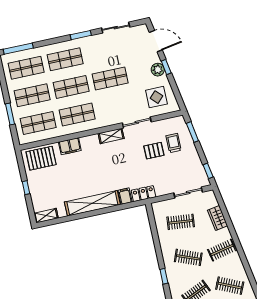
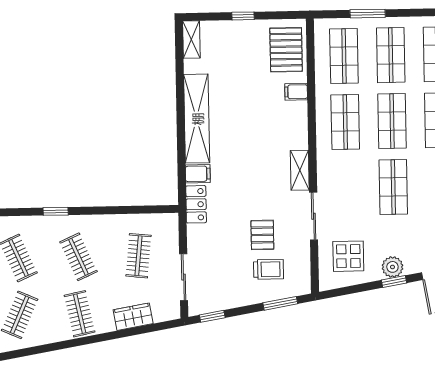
filing cabinet: (70, 146) -> (296, 92), width x0.50
clothes rail: (188, 257) -> (78, 257), turned -45

